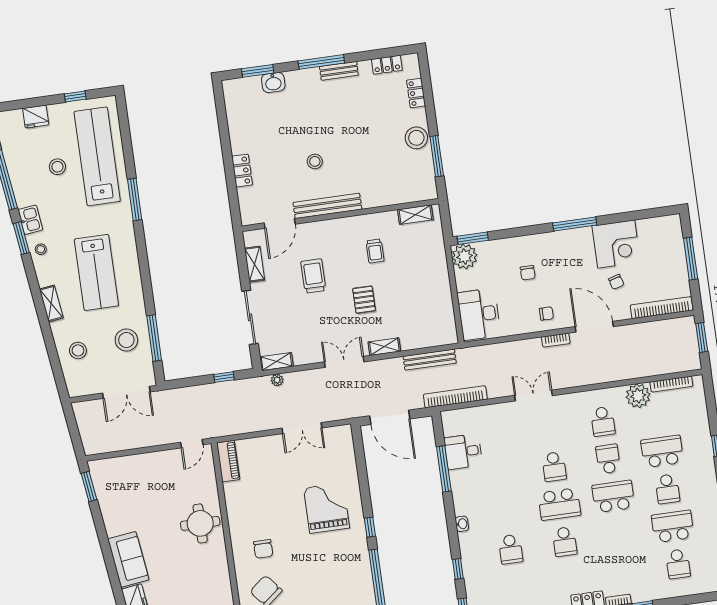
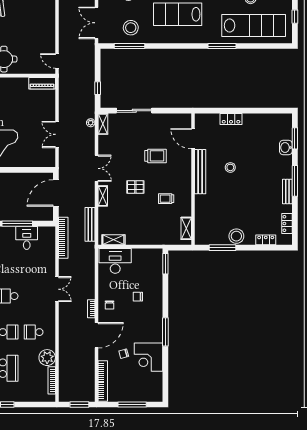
plant: (465, 256) -> (154, 257), removed
shelving: (255, 264) -> (113, 240), moved

